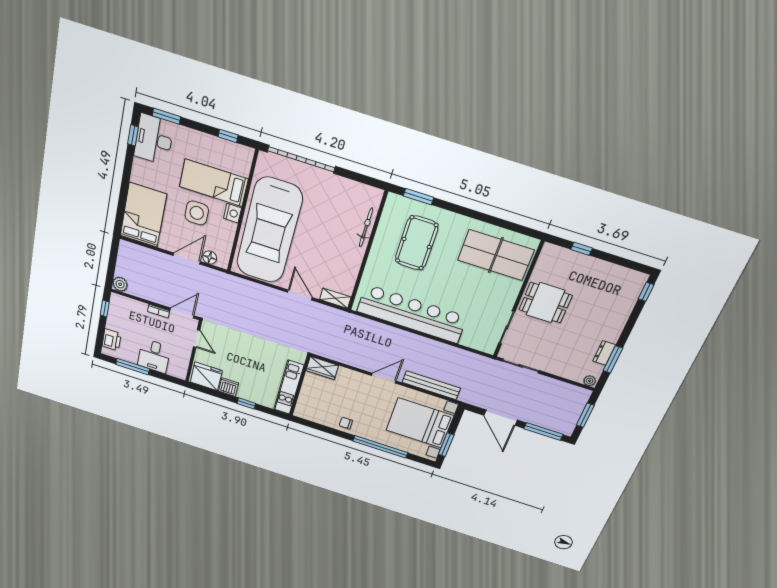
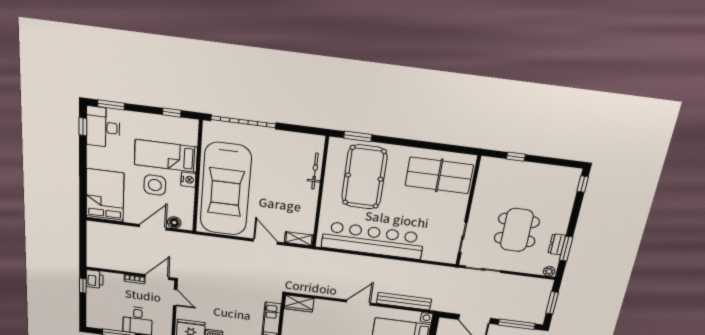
pool table: (417, 243) -> (364, 177), width x1.36, depth x1.32
plant: (120, 284) -> (94, 261), removed
dining table: (545, 303) -> (517, 230), moved, width x1.38
printer: (112, 340) -> (95, 279), moved

